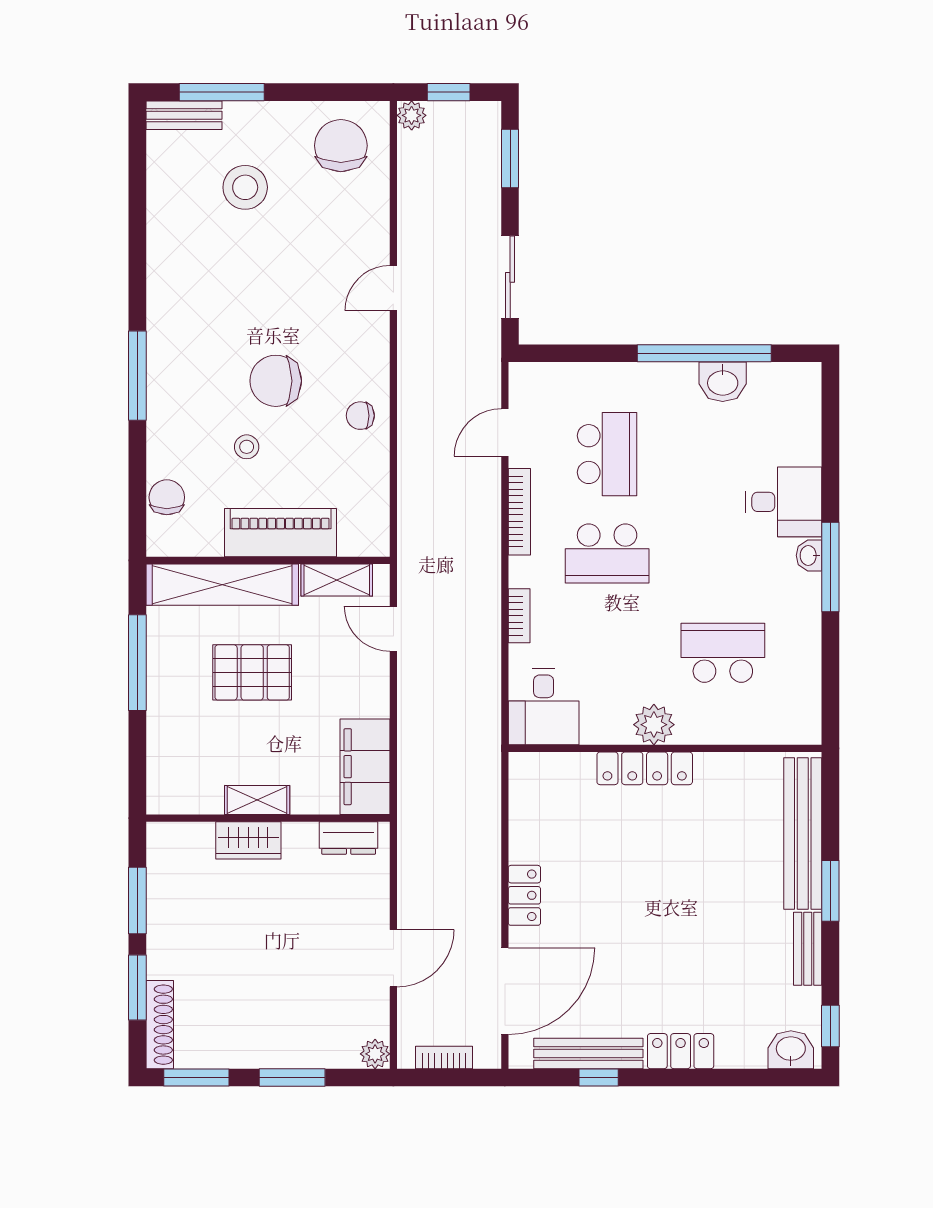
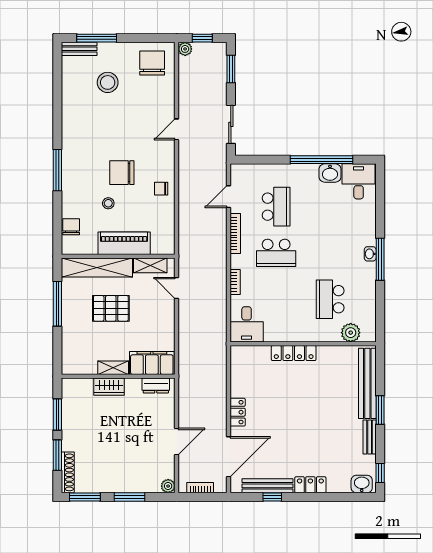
desk: (784, 502) -> (359, 181), moved, turned -90
school desk: (723, 653) -> (330, 299), turned -90
plant: (654, 725) -> (351, 333), moved
filing cabinet: (365, 767) -> (152, 363), moved, turned 90

